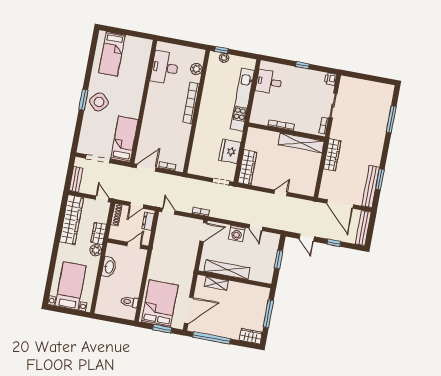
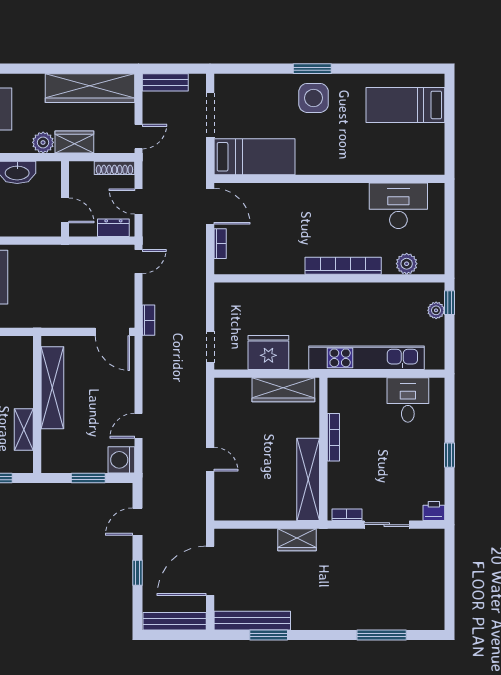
side table: (99, 102) -> (314, 98), turned 45
wardrobe: (332, 155) -> (297, 540), width x0.67
wardrobe: (247, 167) -> (283, 390), moved
washing machine: (237, 233) -> (121, 460), moved
shelving: (216, 283) -> (24, 429), moved

